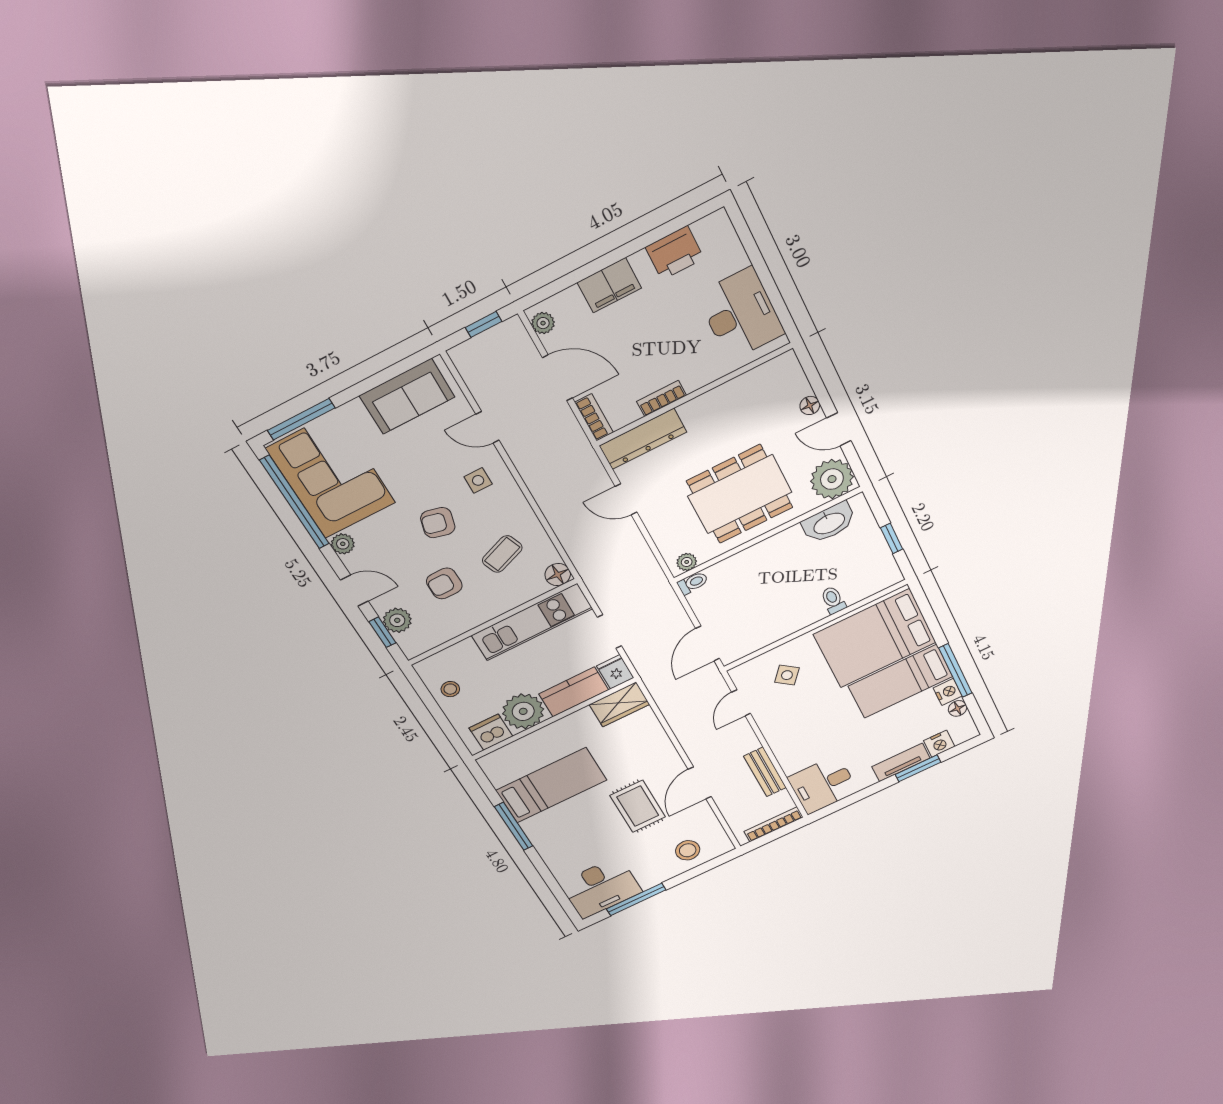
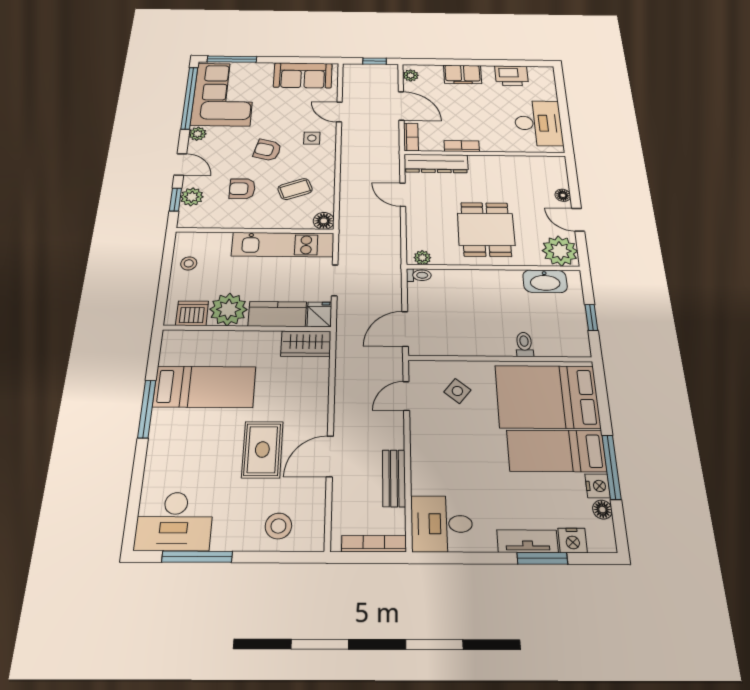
dining table: (740, 494) -> (486, 229), width x0.73

